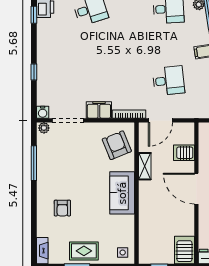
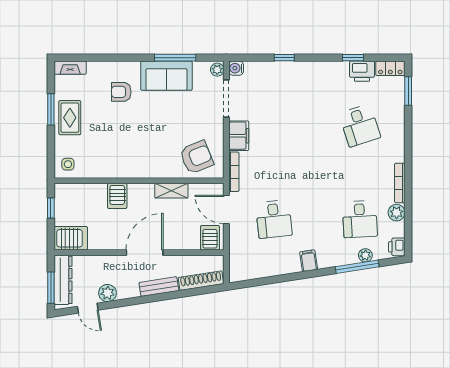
server rack: (184, 153) -> (210, 238), moved
sofa: (122, 193) -> (166, 76), moved, turned 180
server rack: (149, 211) -> (117, 196), added

